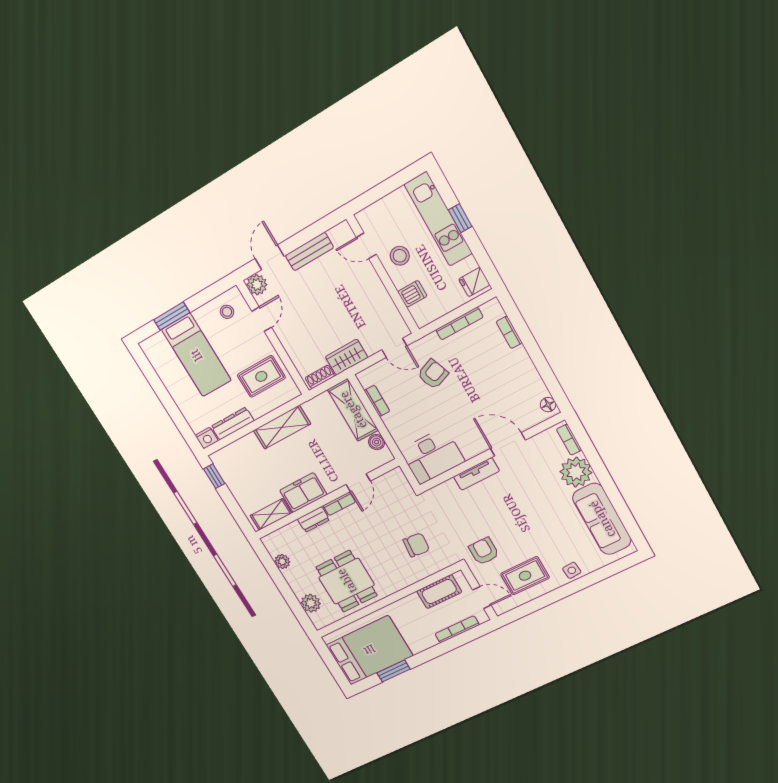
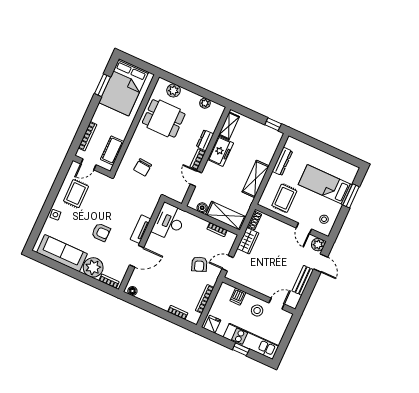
nightstand: (207, 438) -> (291, 143), removed
armchair: (484, 551) -> (101, 232), moved

